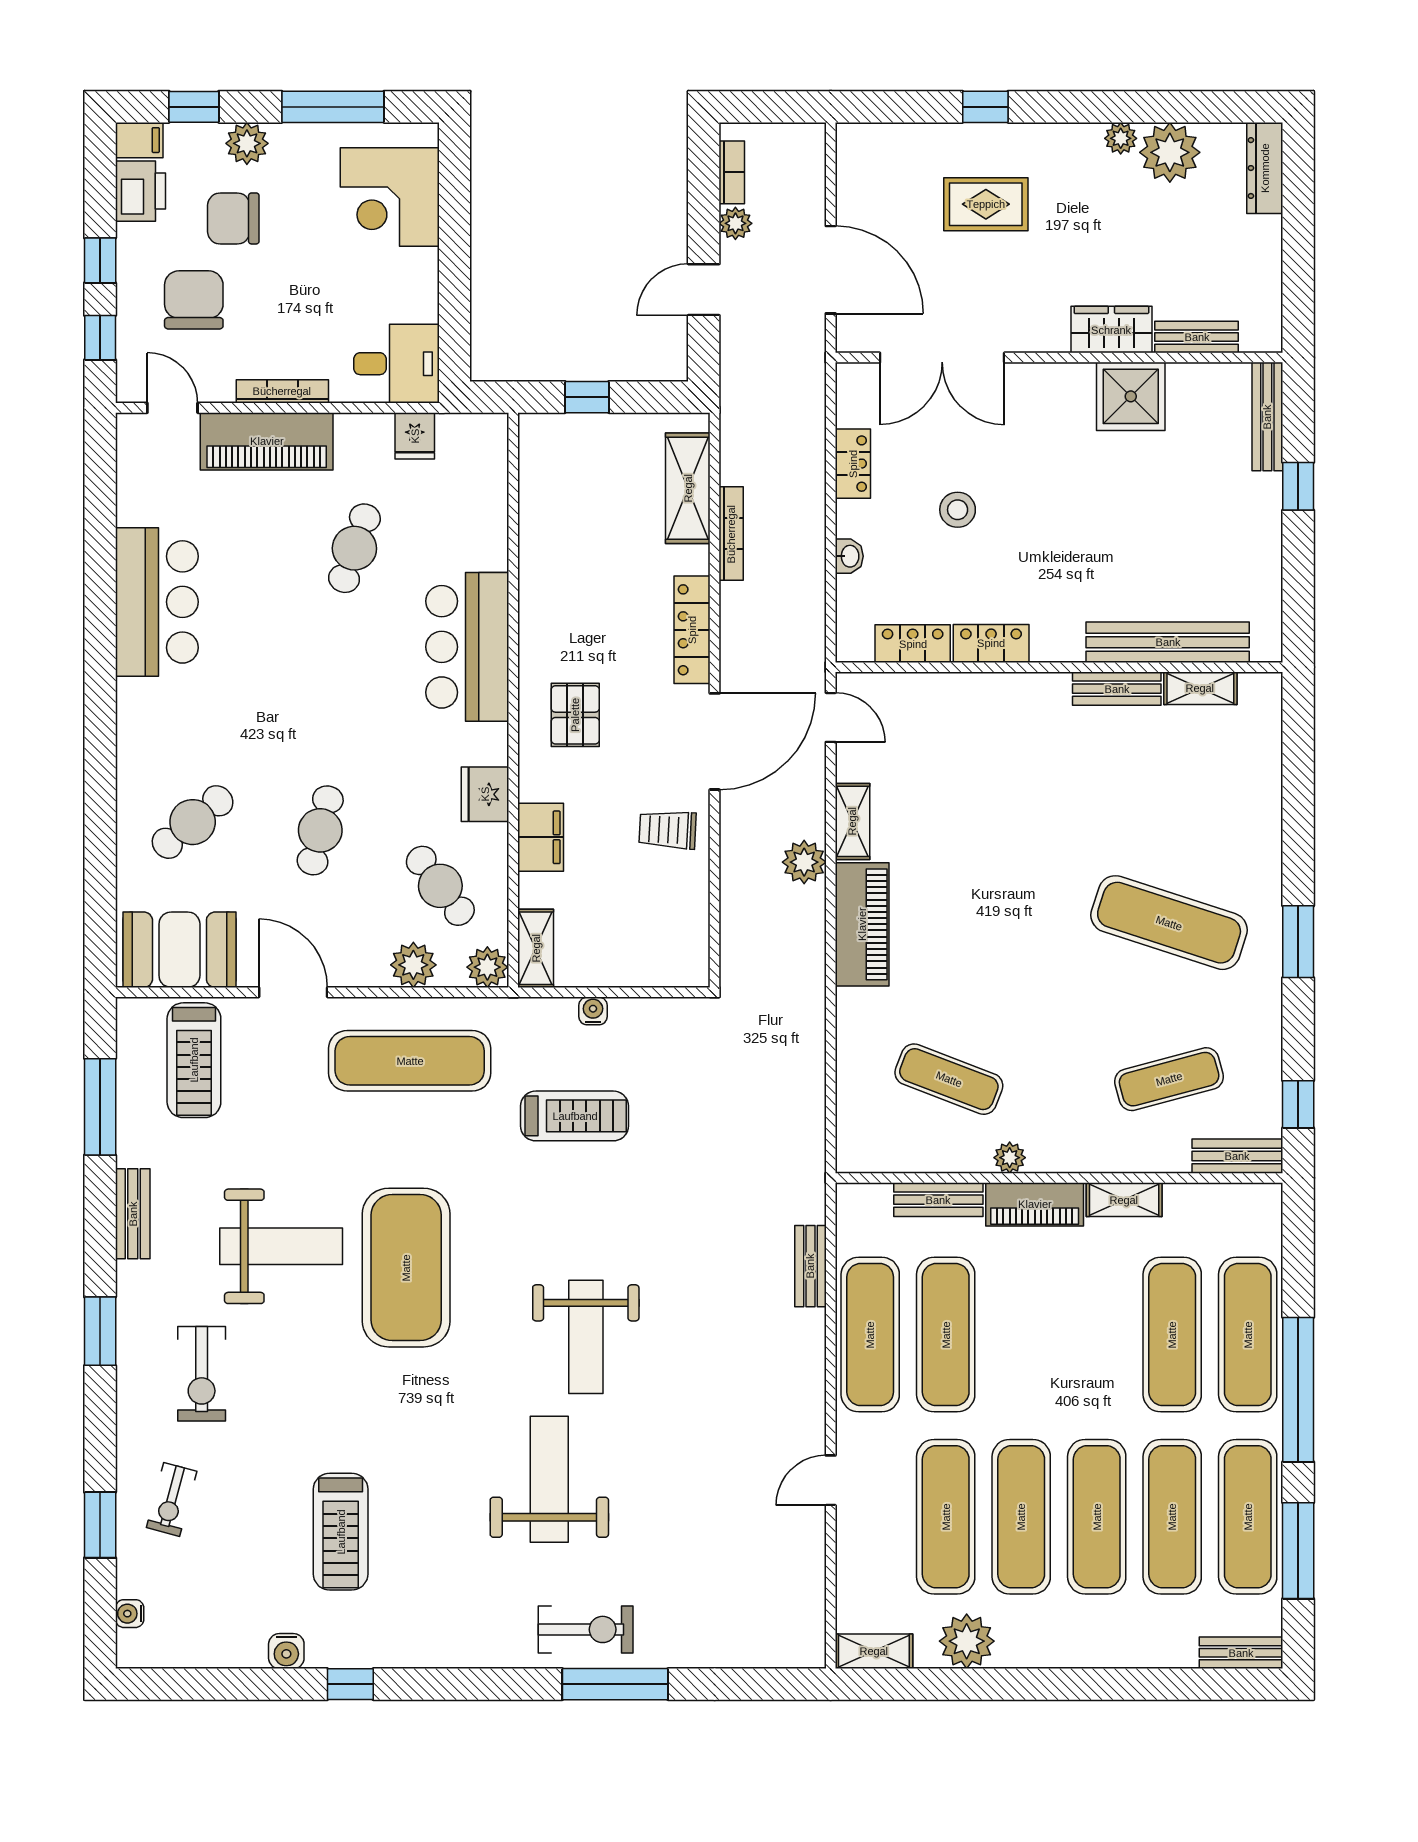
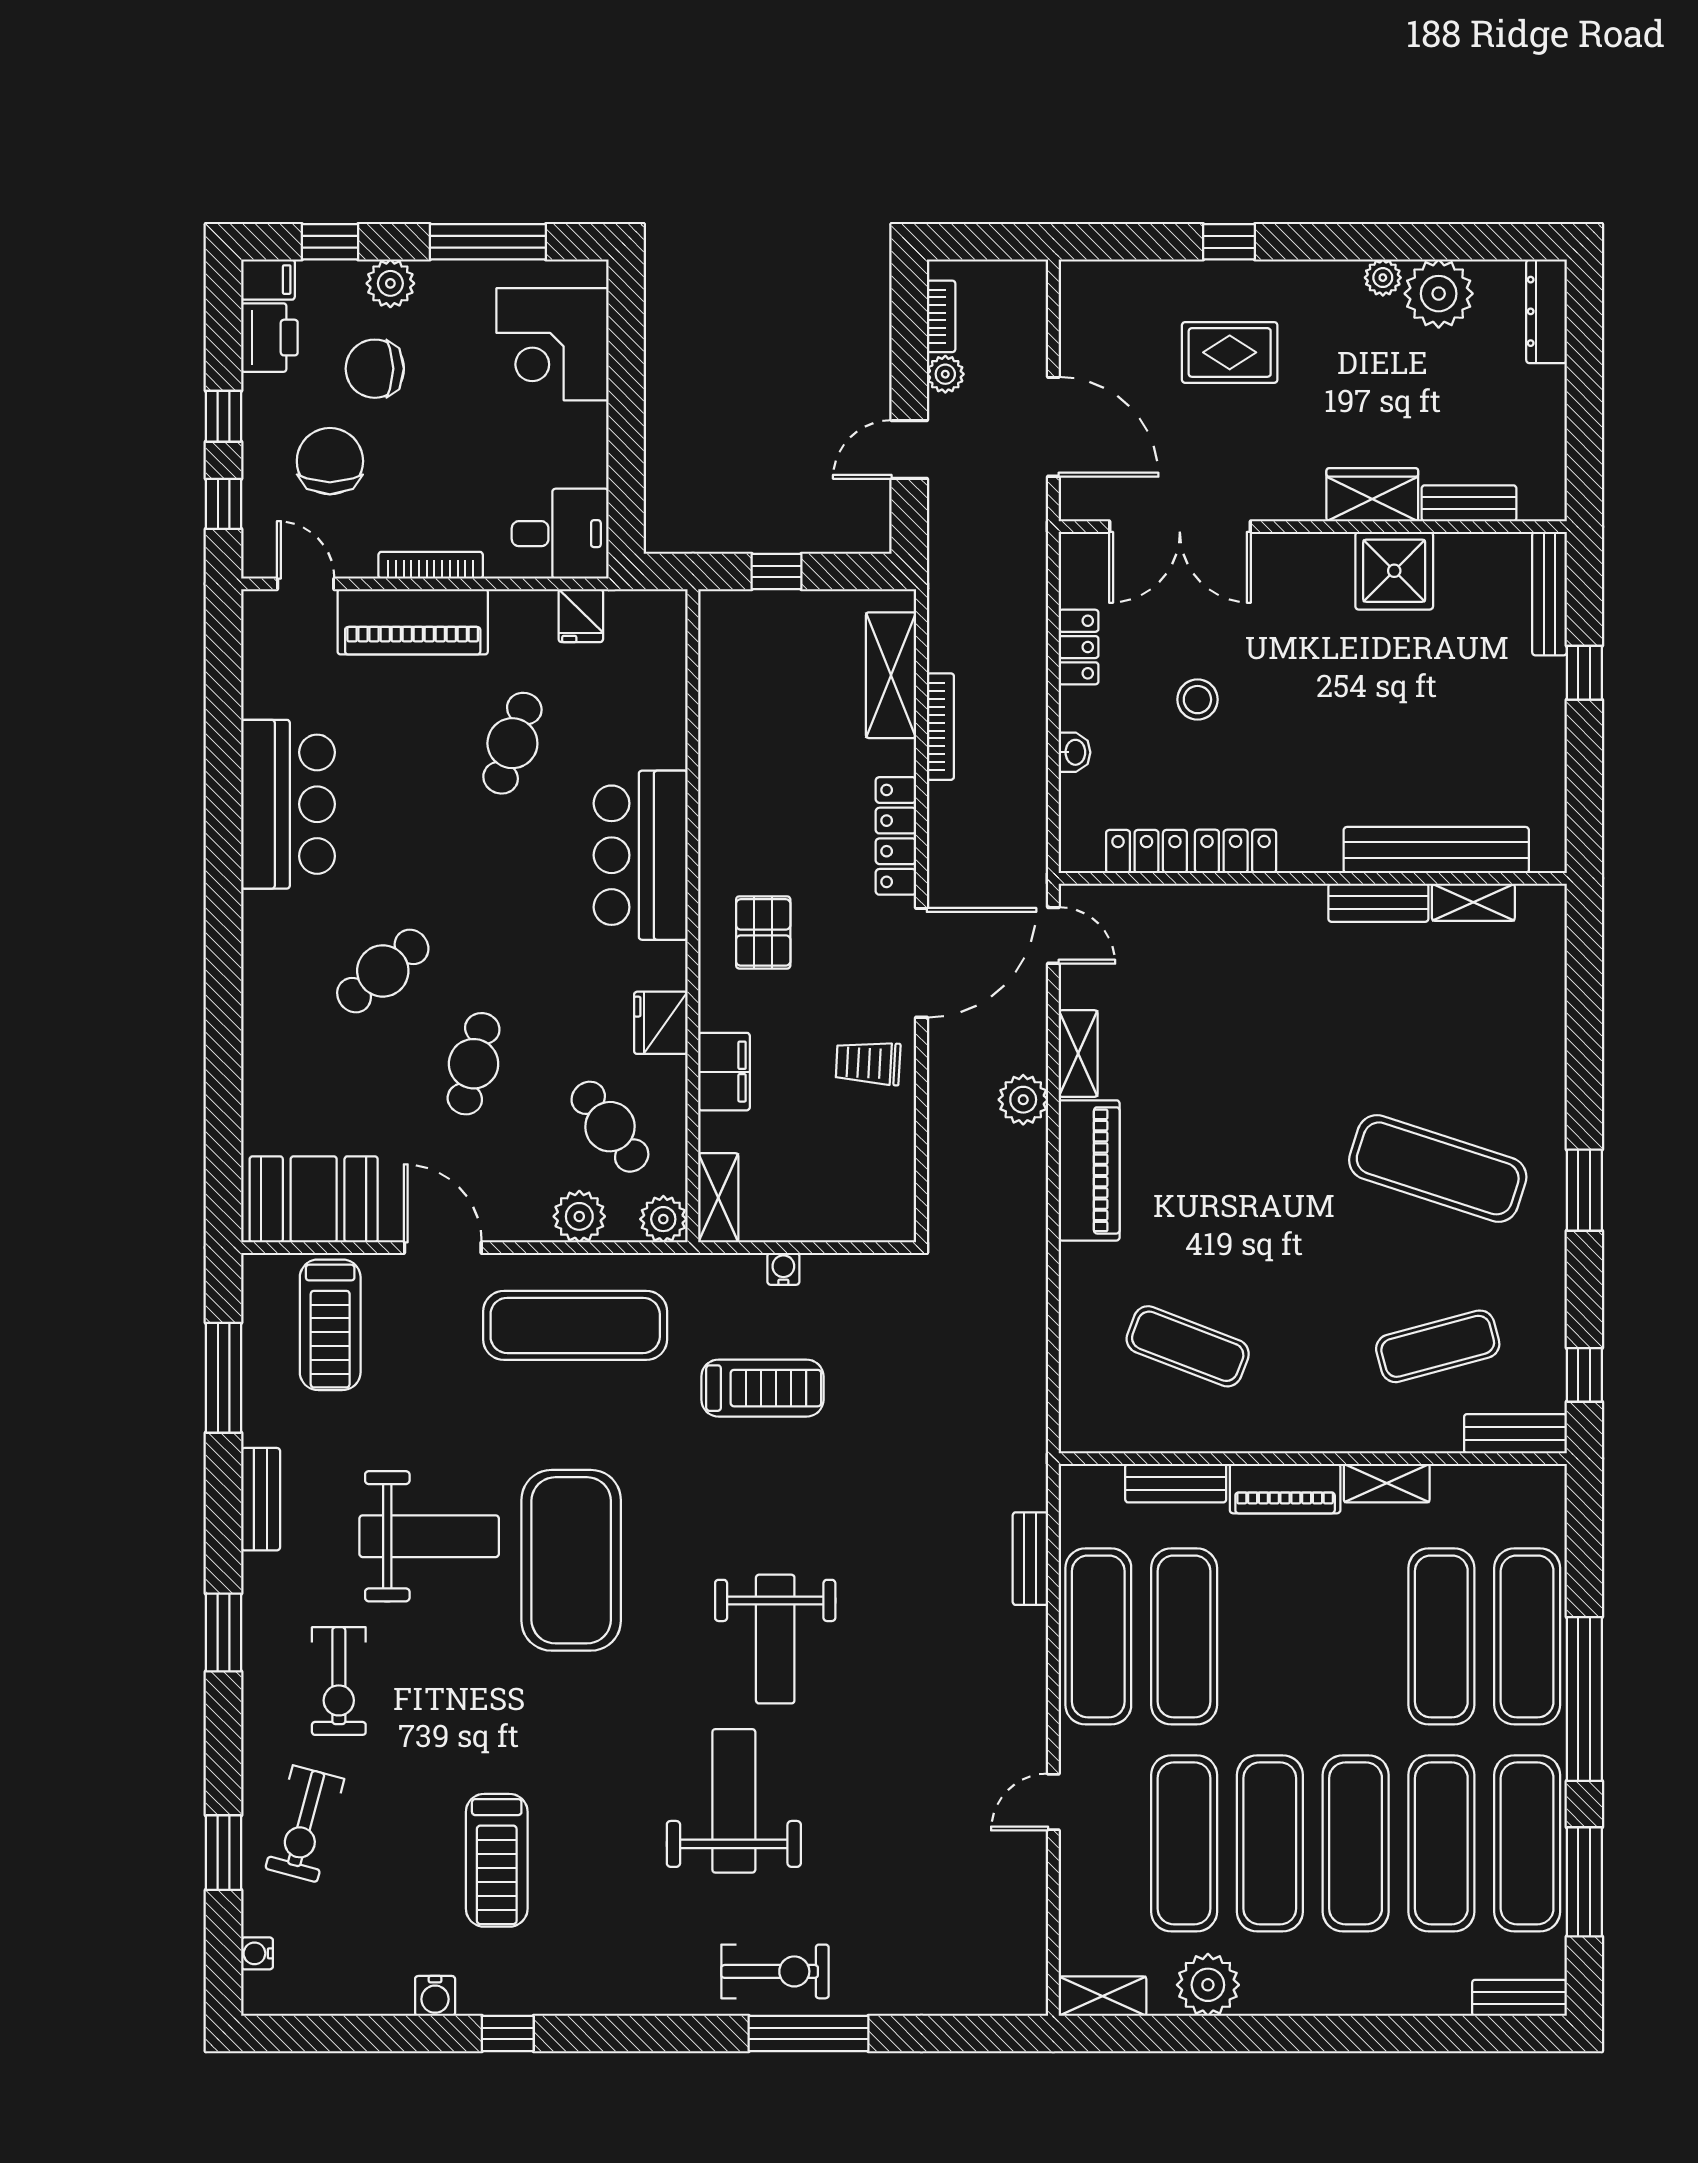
cafe table: (193, 822) -> (383, 971), moved
plant: (1010, 1158) -> (1257, 1435), removed
exercise bike: (172, 1499) -> (305, 1824), width x1.38, depth x1.39

